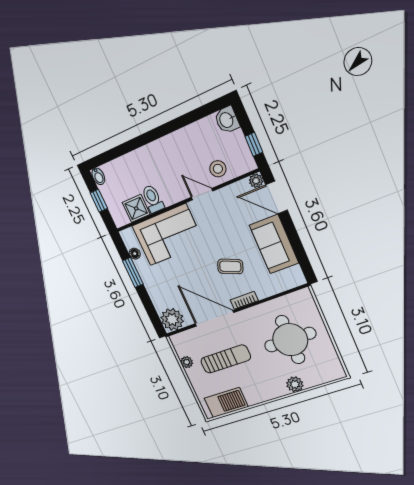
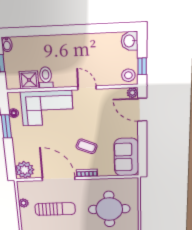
stool: (218, 169) -> (128, 75), moved
sofa: (274, 244) -> (126, 157), moved

